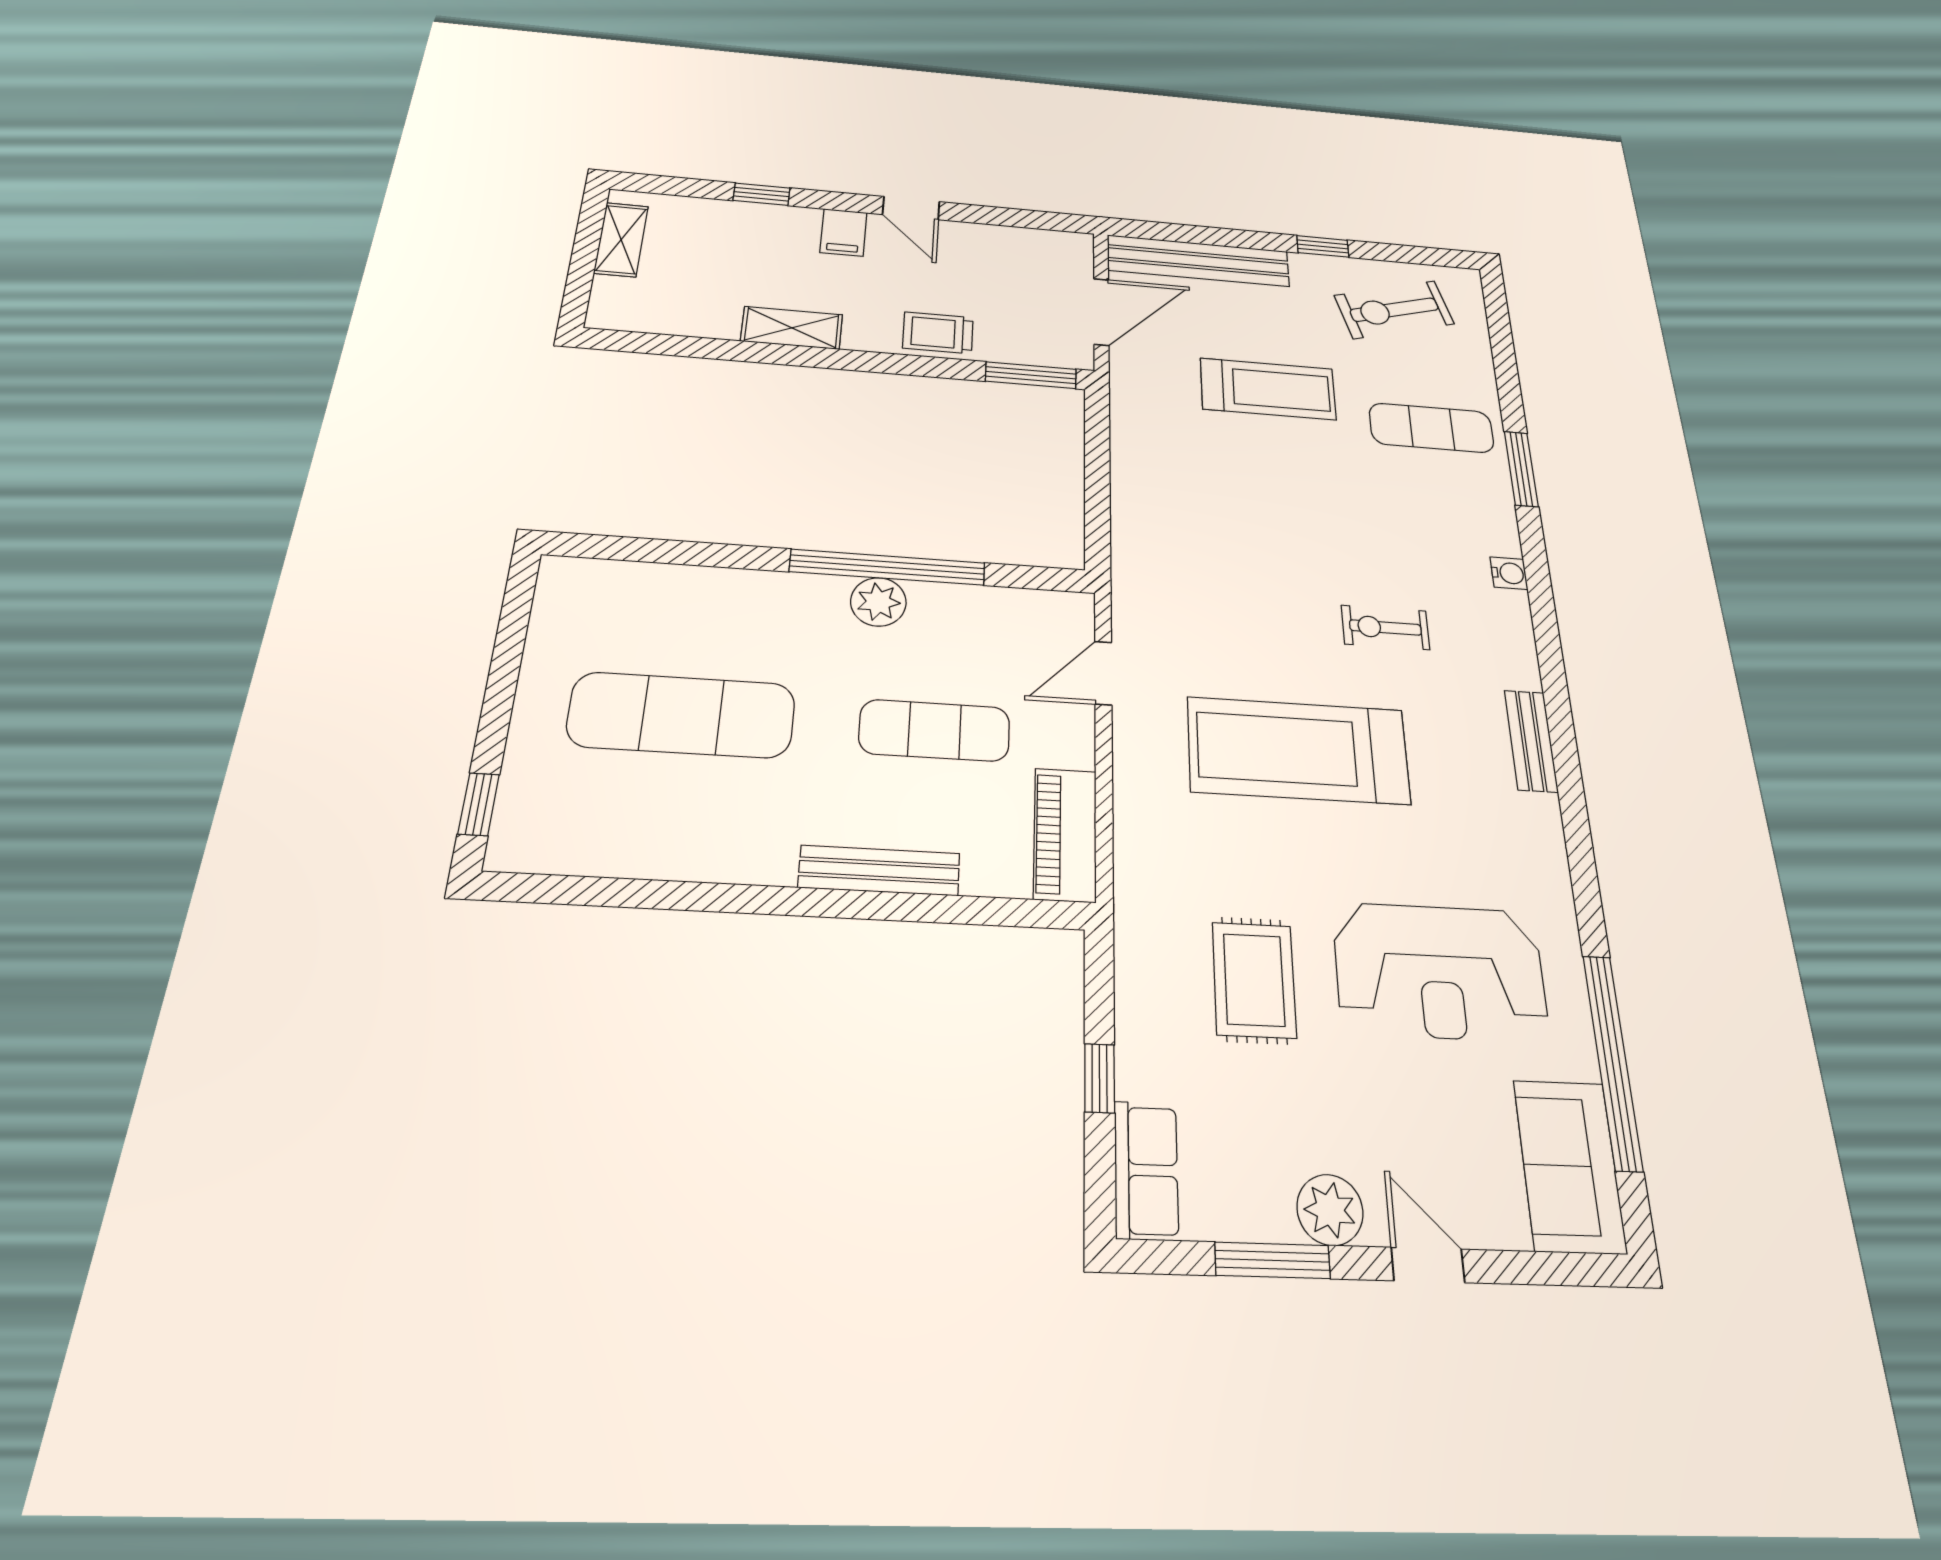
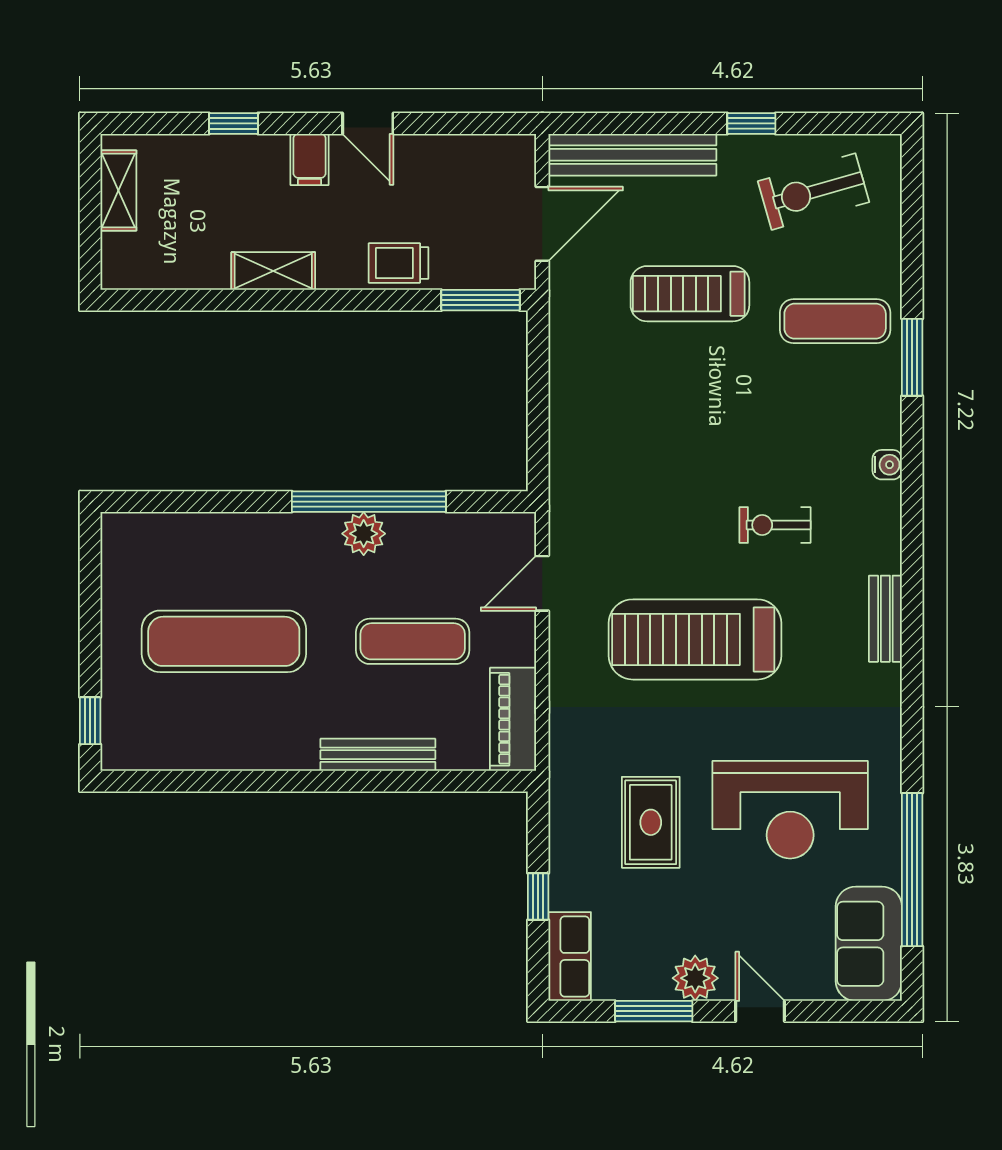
treadmill: (1268, 389) -> (690, 294), turned 180

